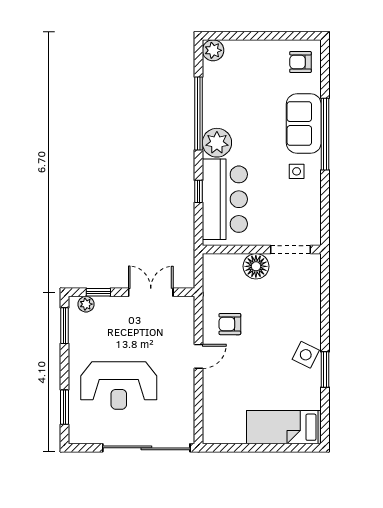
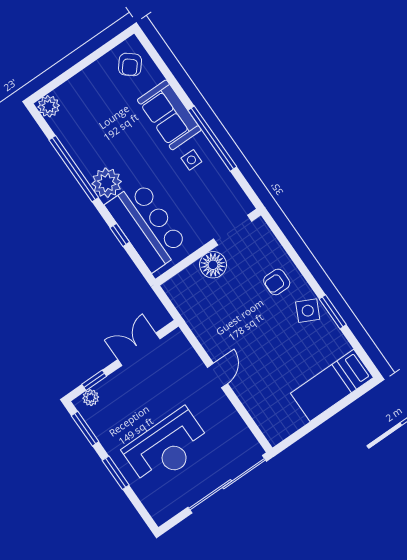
armchair: (300, 62) -> (130, 64), turned -50
window: (325, 134) -> (212, 139), moved
armchair: (230, 324) -> (277, 282), moved
window: (64, 407) -> (116, 473), moved

